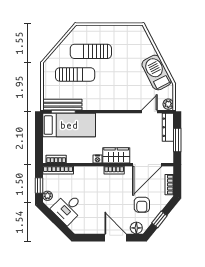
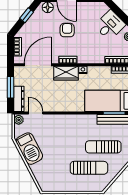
door: (149, 112) -> (36, 113), swing flipped
armchair: (142, 205) -> (67, 30), moved

